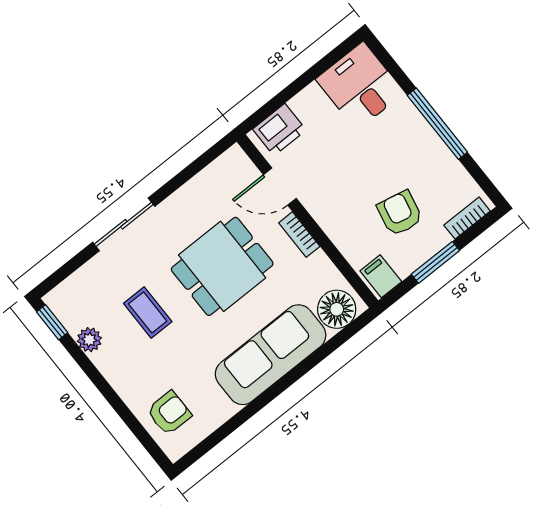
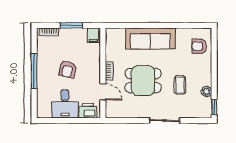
desk: (360, 86) -> (65, 104), moved
armchair: (400, 213) -> (68, 69), moved
floor lamp: (337, 309) -> (116, 36), removed

